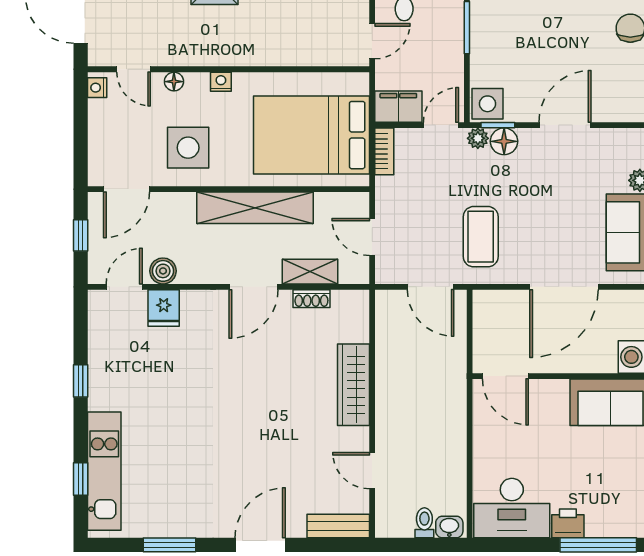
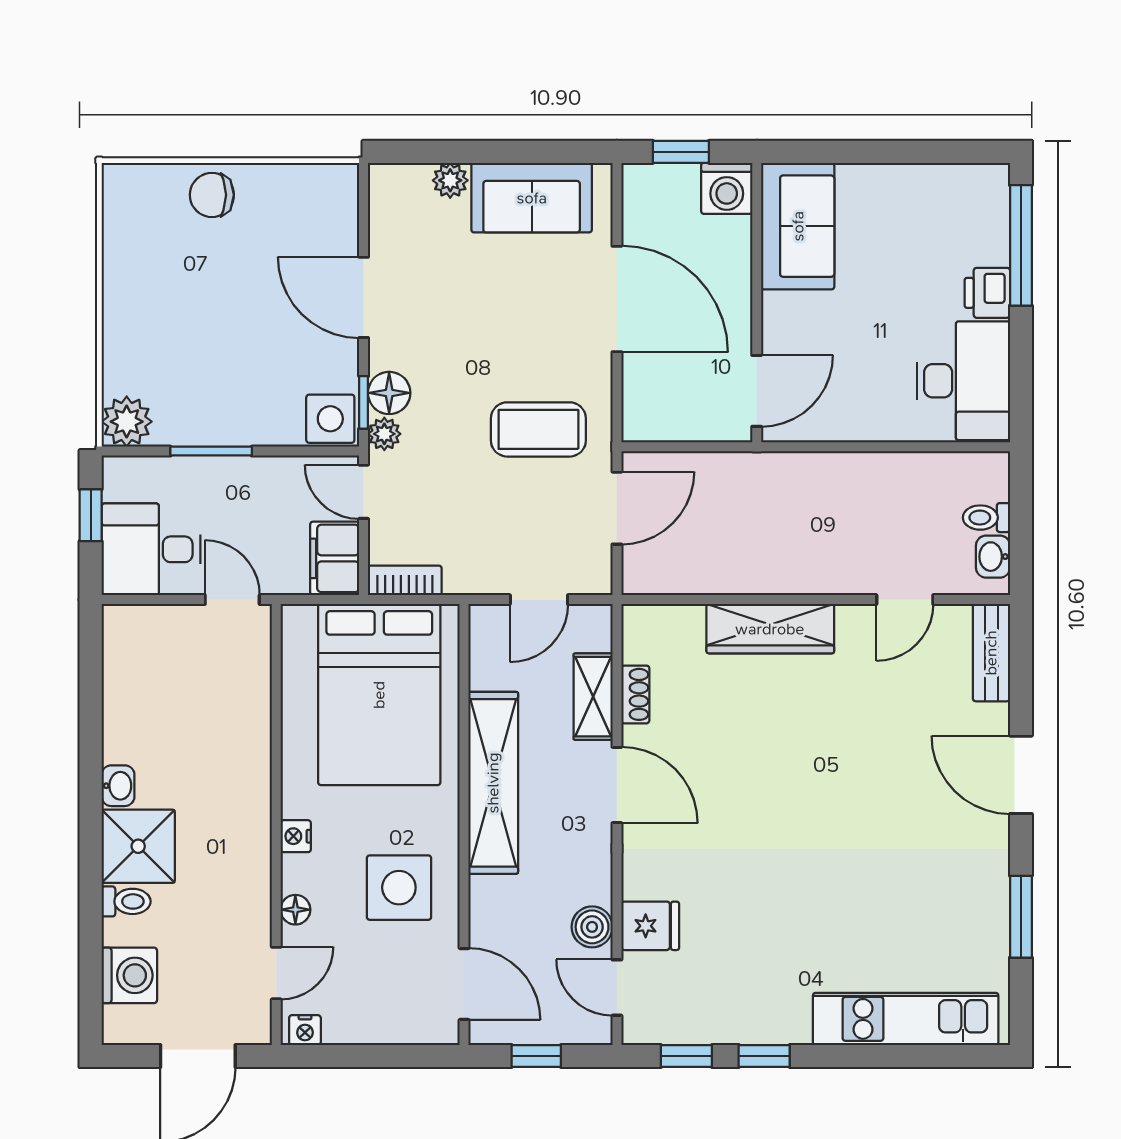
window: (81, 479) -> (686, 1056), moved
washbasin: (449, 527) -> (993, 557), moved

